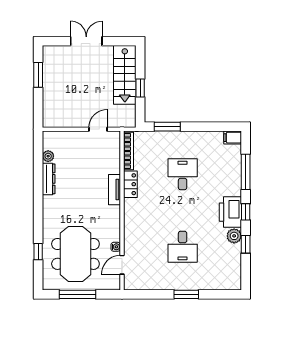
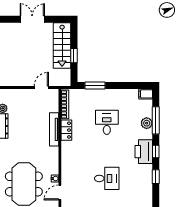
tv unit: (114, 190) -> (54, 129), width x1.41
plant: (234, 236) -> (147, 123), moved
desk: (183, 247) -> (107, 178), turned -90

